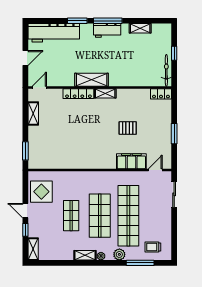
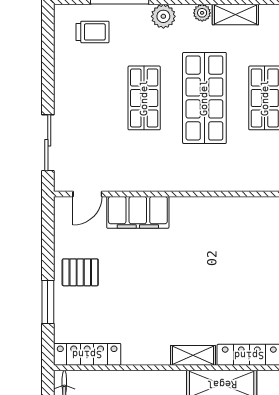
locker: (161, 94) -> (87, 354), width x1.53
pallet: (128, 128) -> (80, 272), moved
window: (174, 134) -> (48, 302), moved
shop shelf: (128, 216) -> (144, 98), width x0.50, depth x0.74

